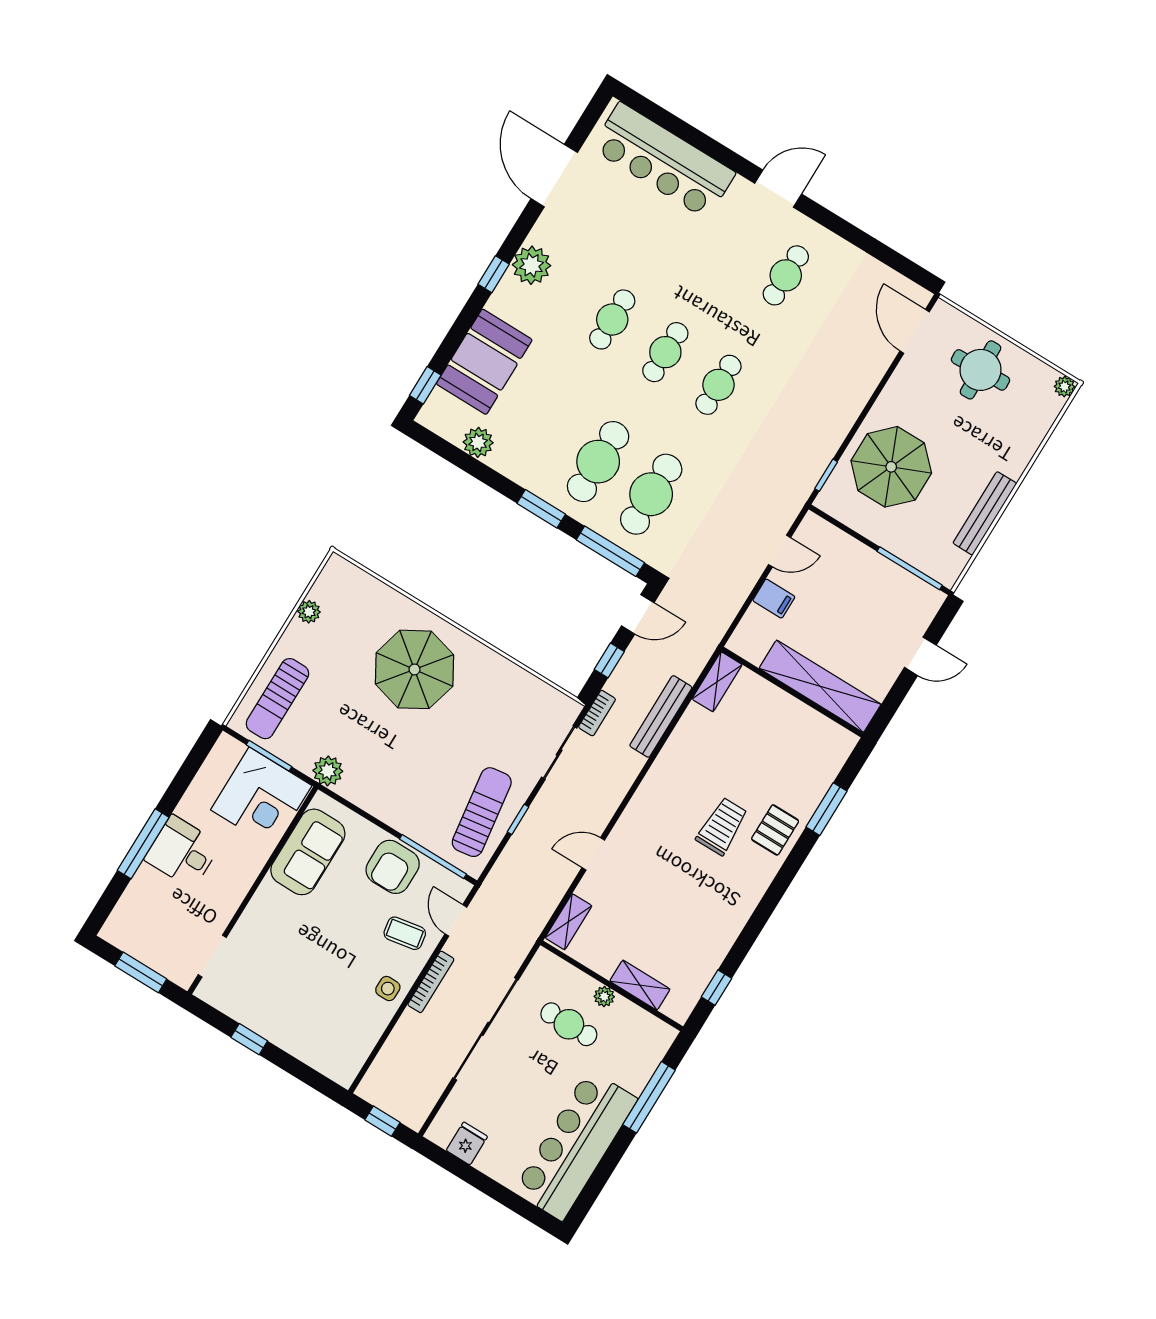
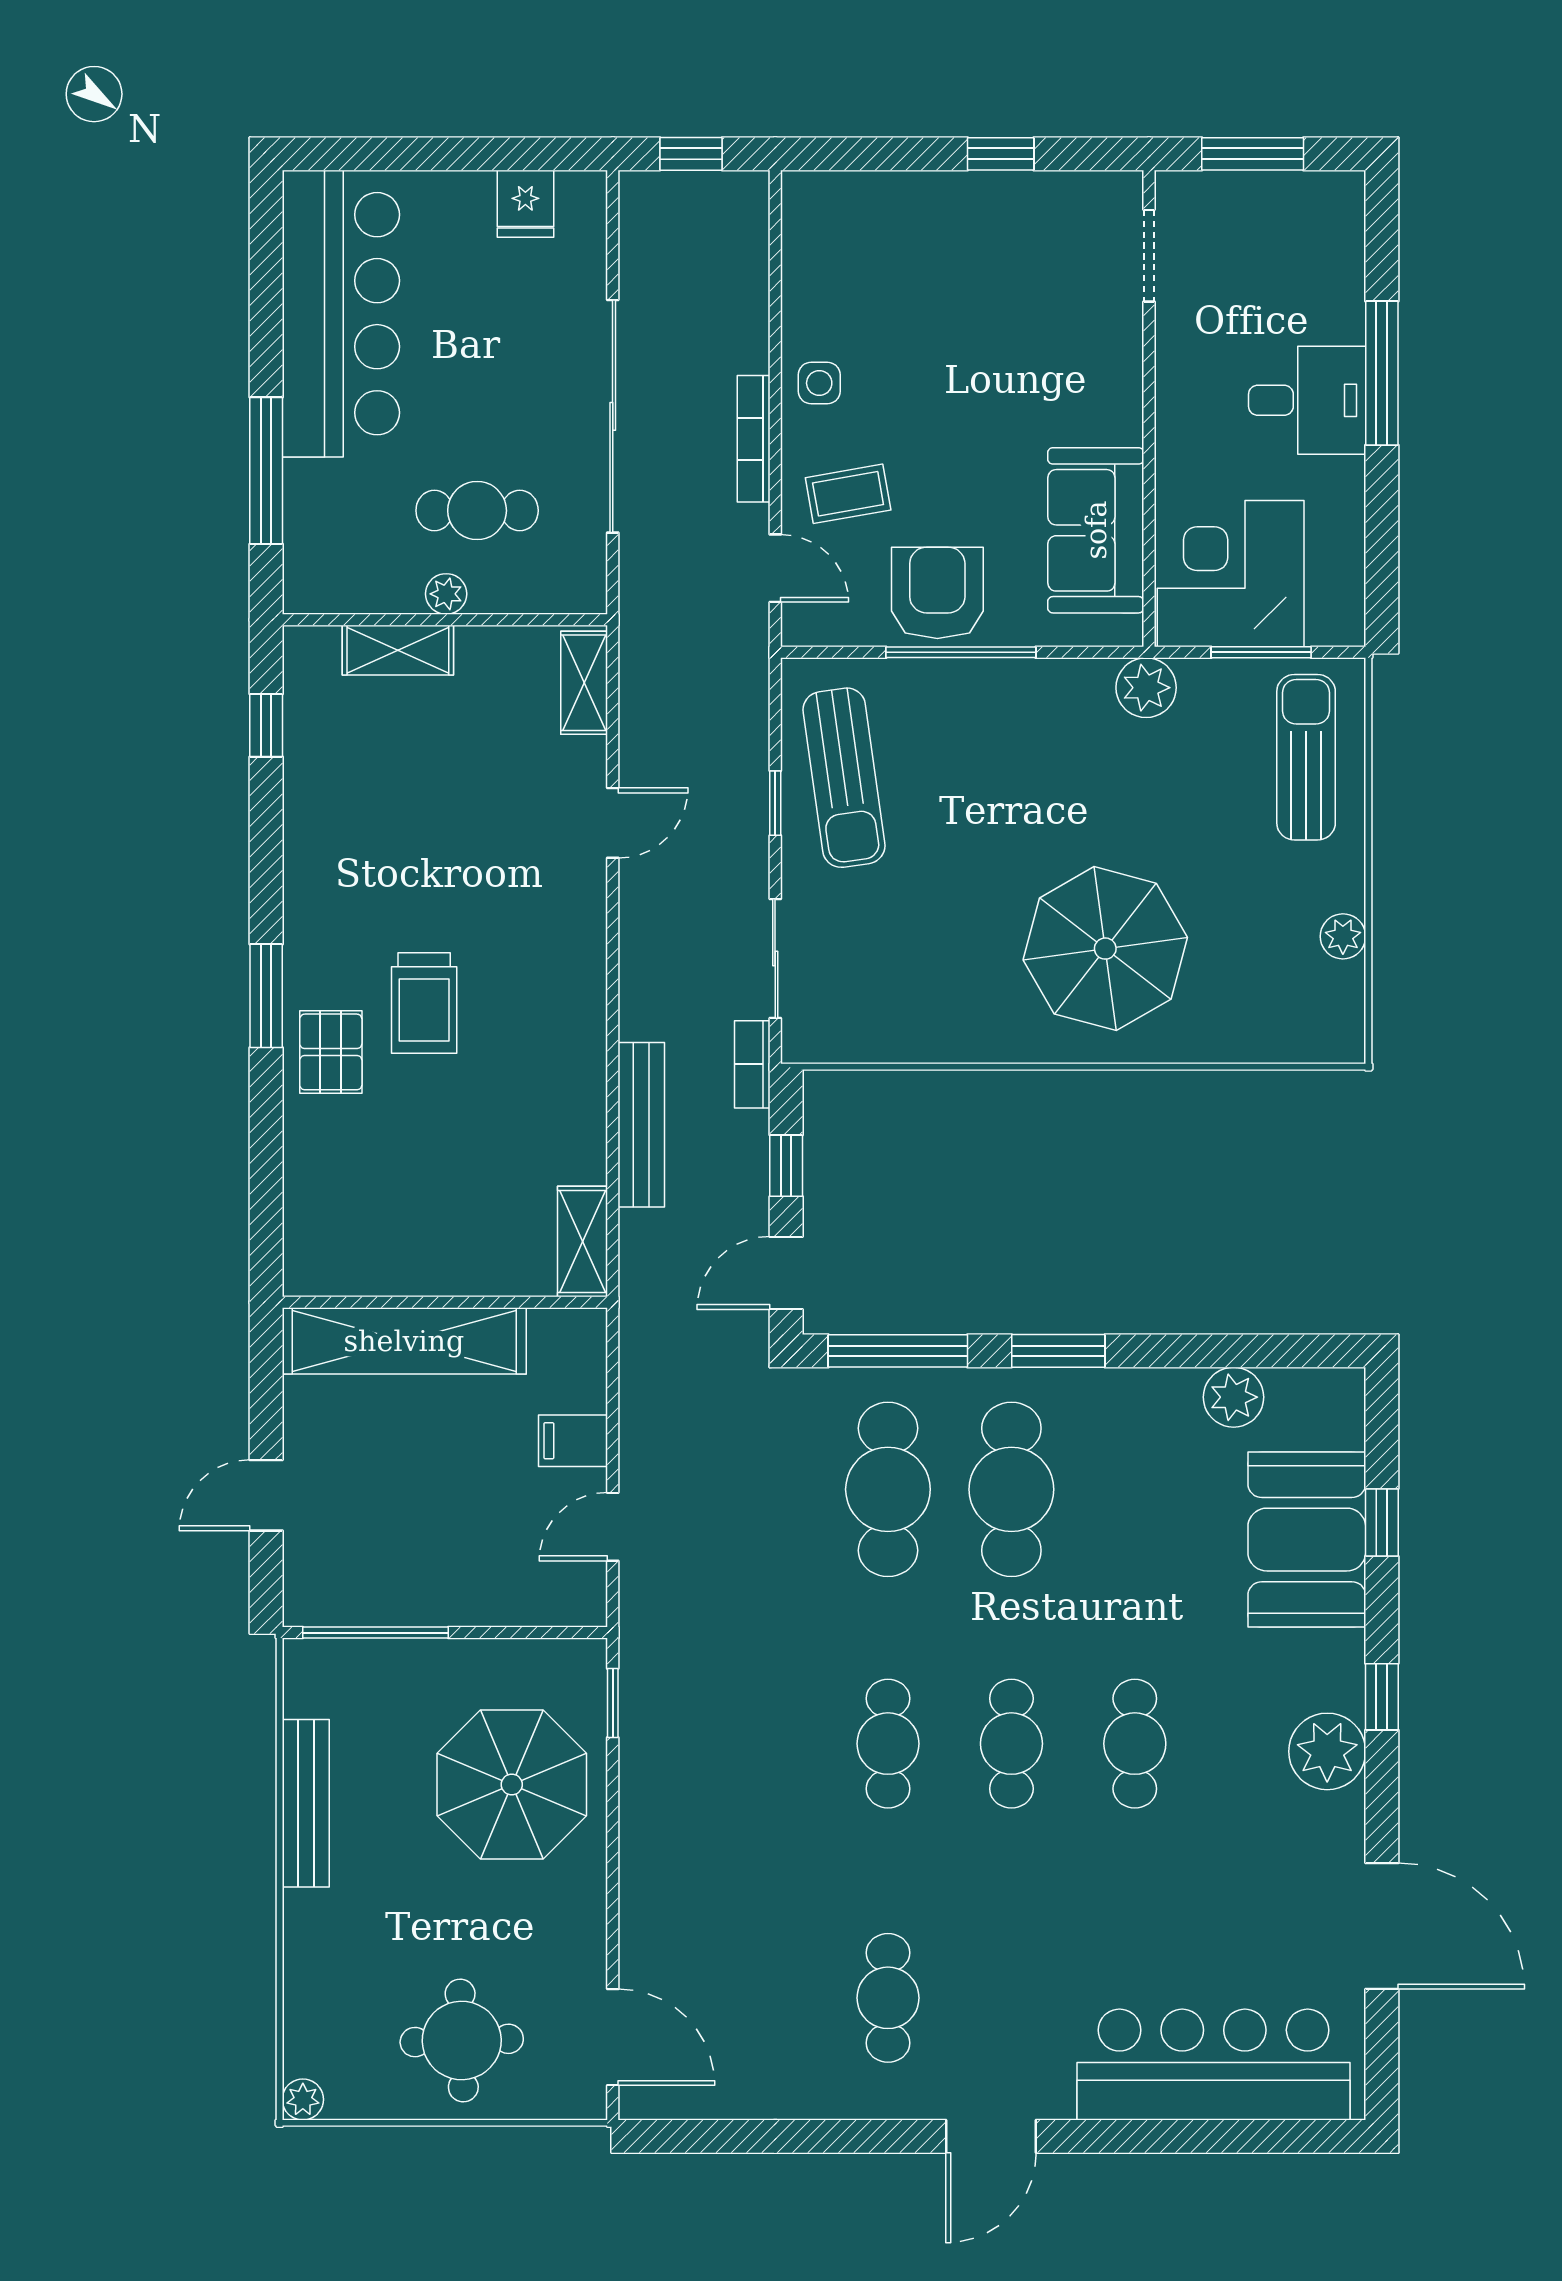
window: (425, 385) -> (1382, 1522), moved
window: (826, 809) -> (266, 996), moved
window: (433, 857) -> (961, 652), moved

